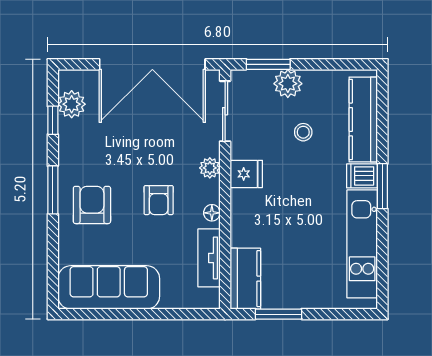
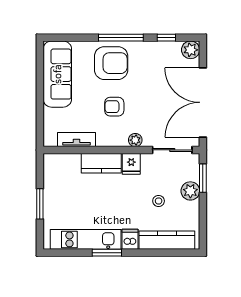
plant: (72, 104) -> (191, 50), moved
window: (382, 186) -> (107, 253), moved
window: (53, 190) -> (121, 38), width x1.44
armchair: (92, 205) -> (111, 63), width x1.36, depth x1.36
floor lamp: (212, 213) -> (106, 141), removed
kitchen counter: (245, 279) -> (101, 163), moved
window: (278, 314) -> (40, 204), moved

